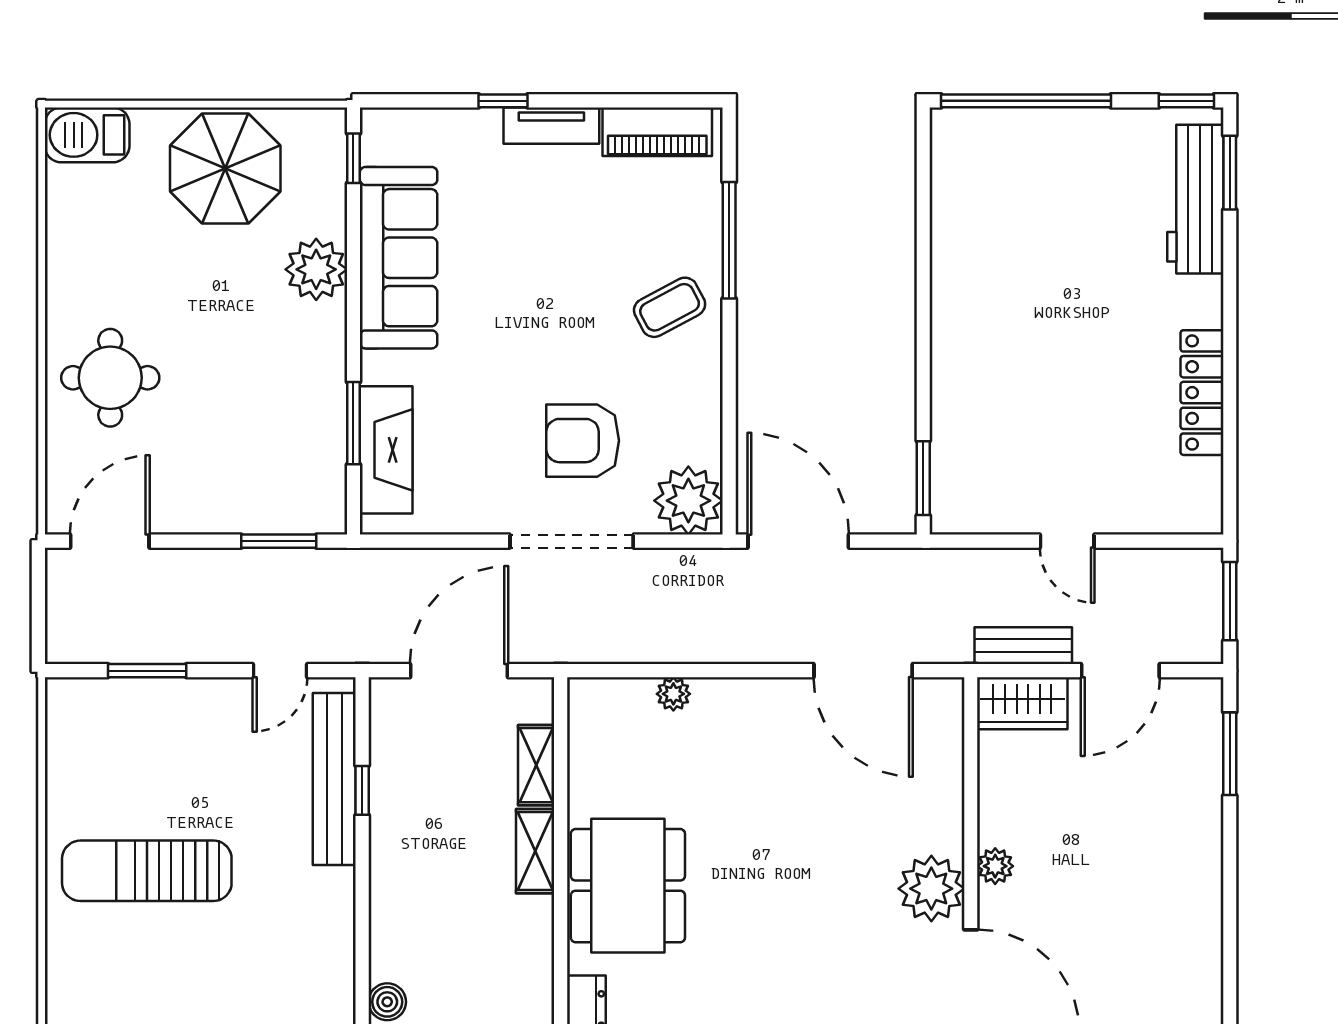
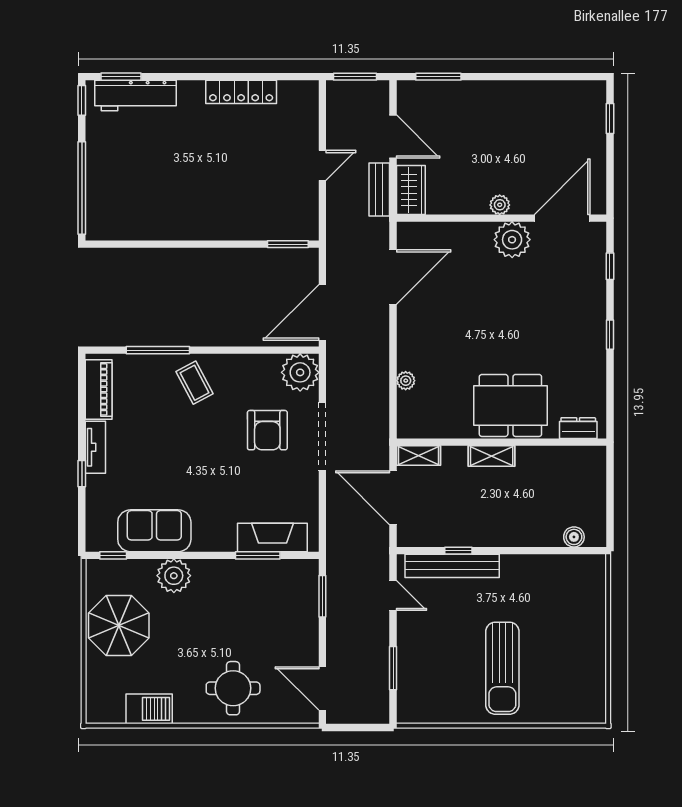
barbecue: (87, 135) -> (149, 709), moved, turned -90
sofa: (399, 258) -> (154, 531), width x0.73
shelving: (536, 765) -> (419, 456), moved

